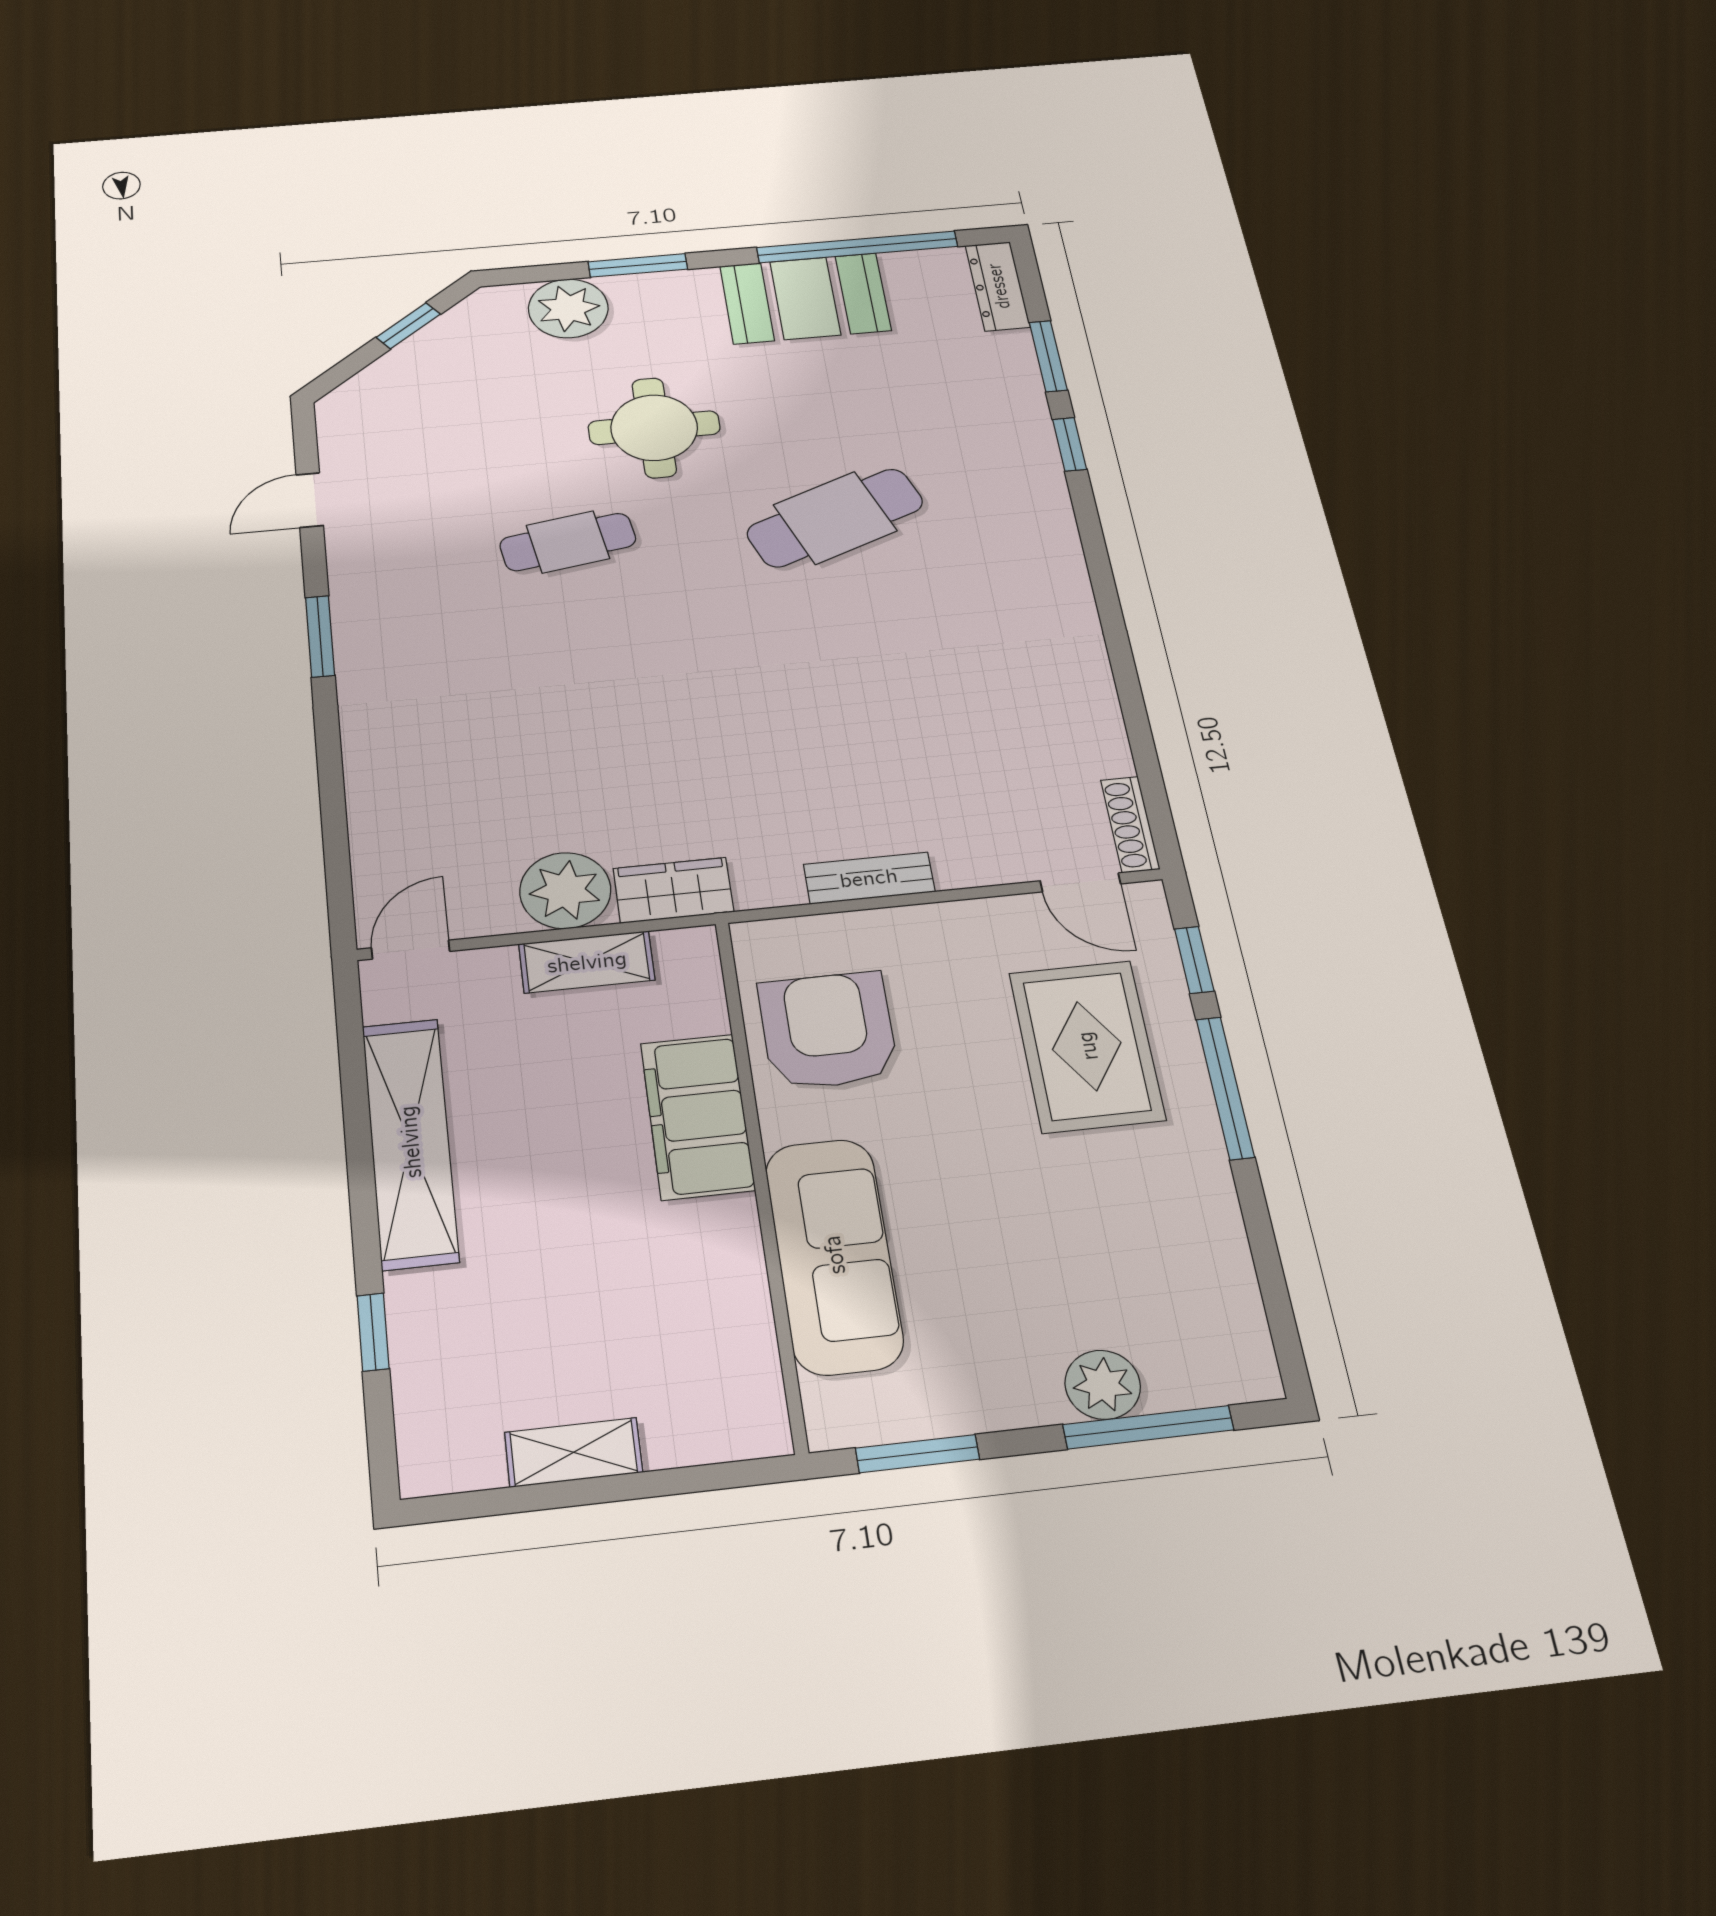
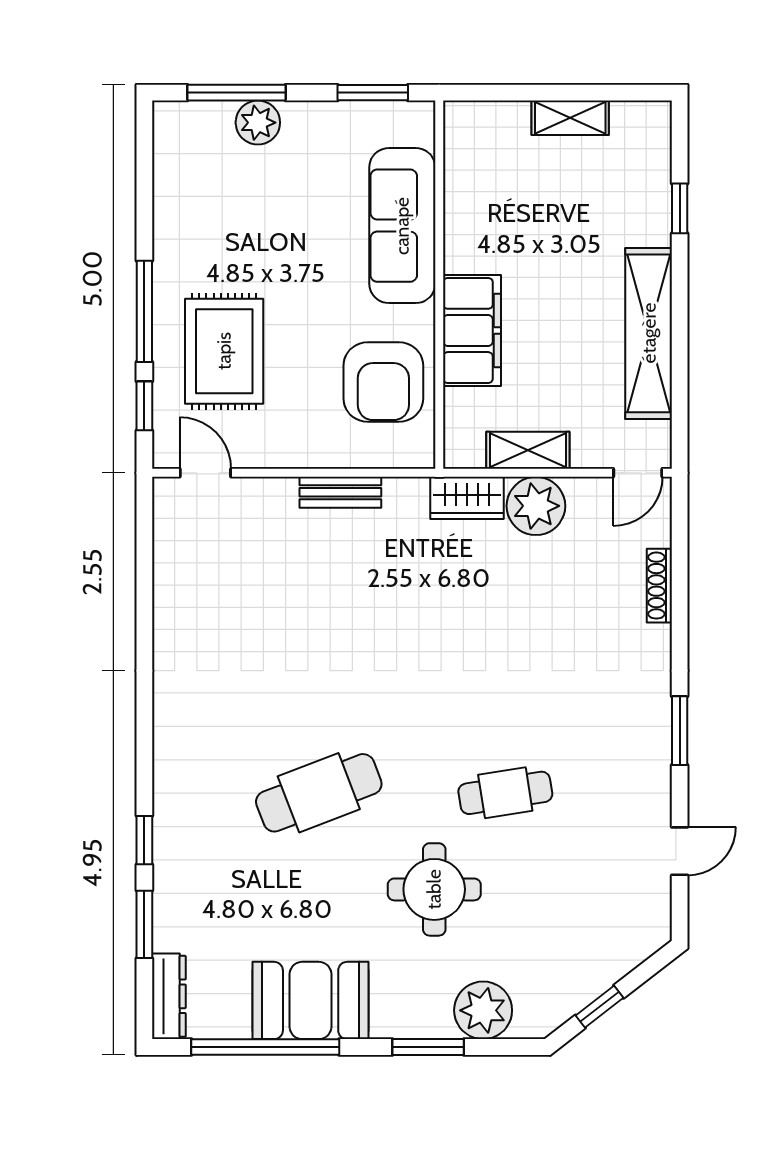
shoe rack: (1130, 824) -> (659, 586), moved, turned 180

